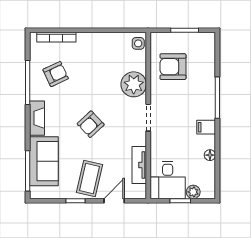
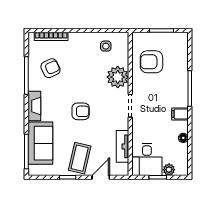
side table: (138, 43) -> (106, 46), moved
armchair: (91, 124) -> (81, 111), turned -137

